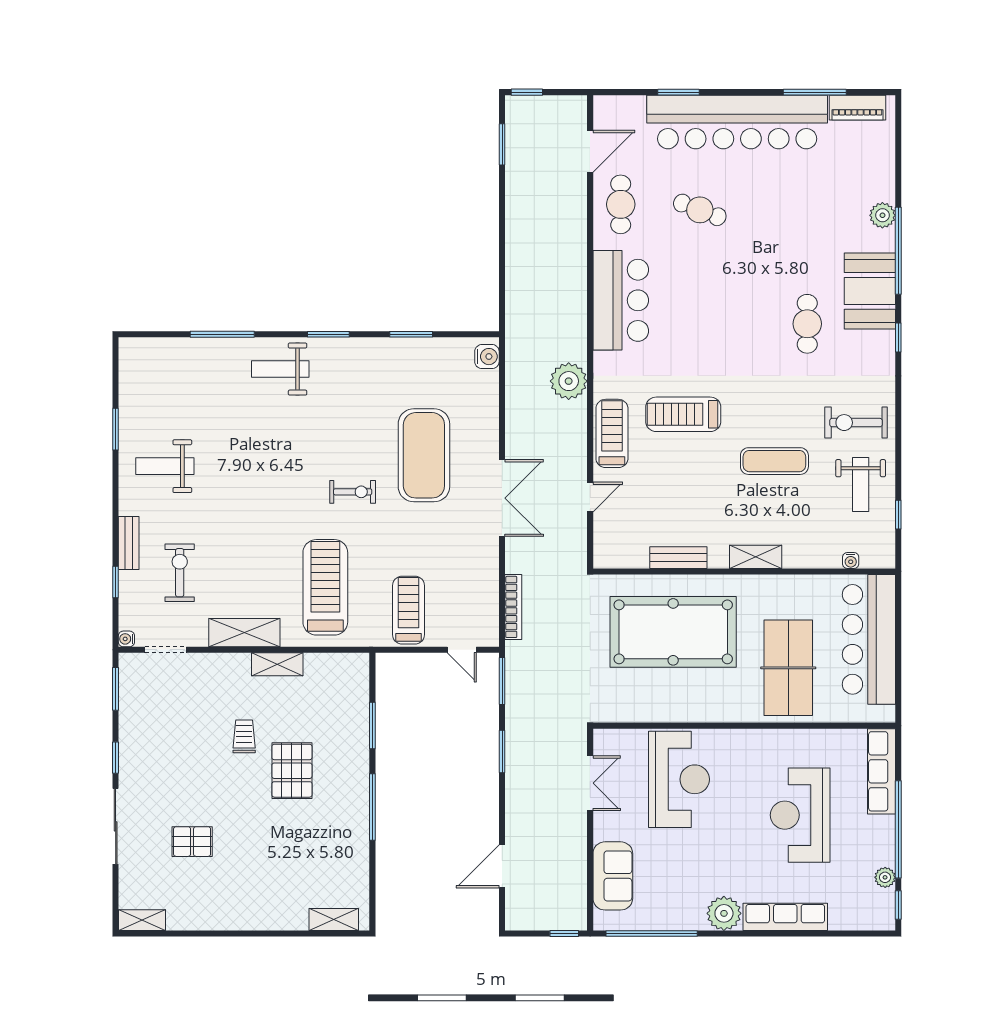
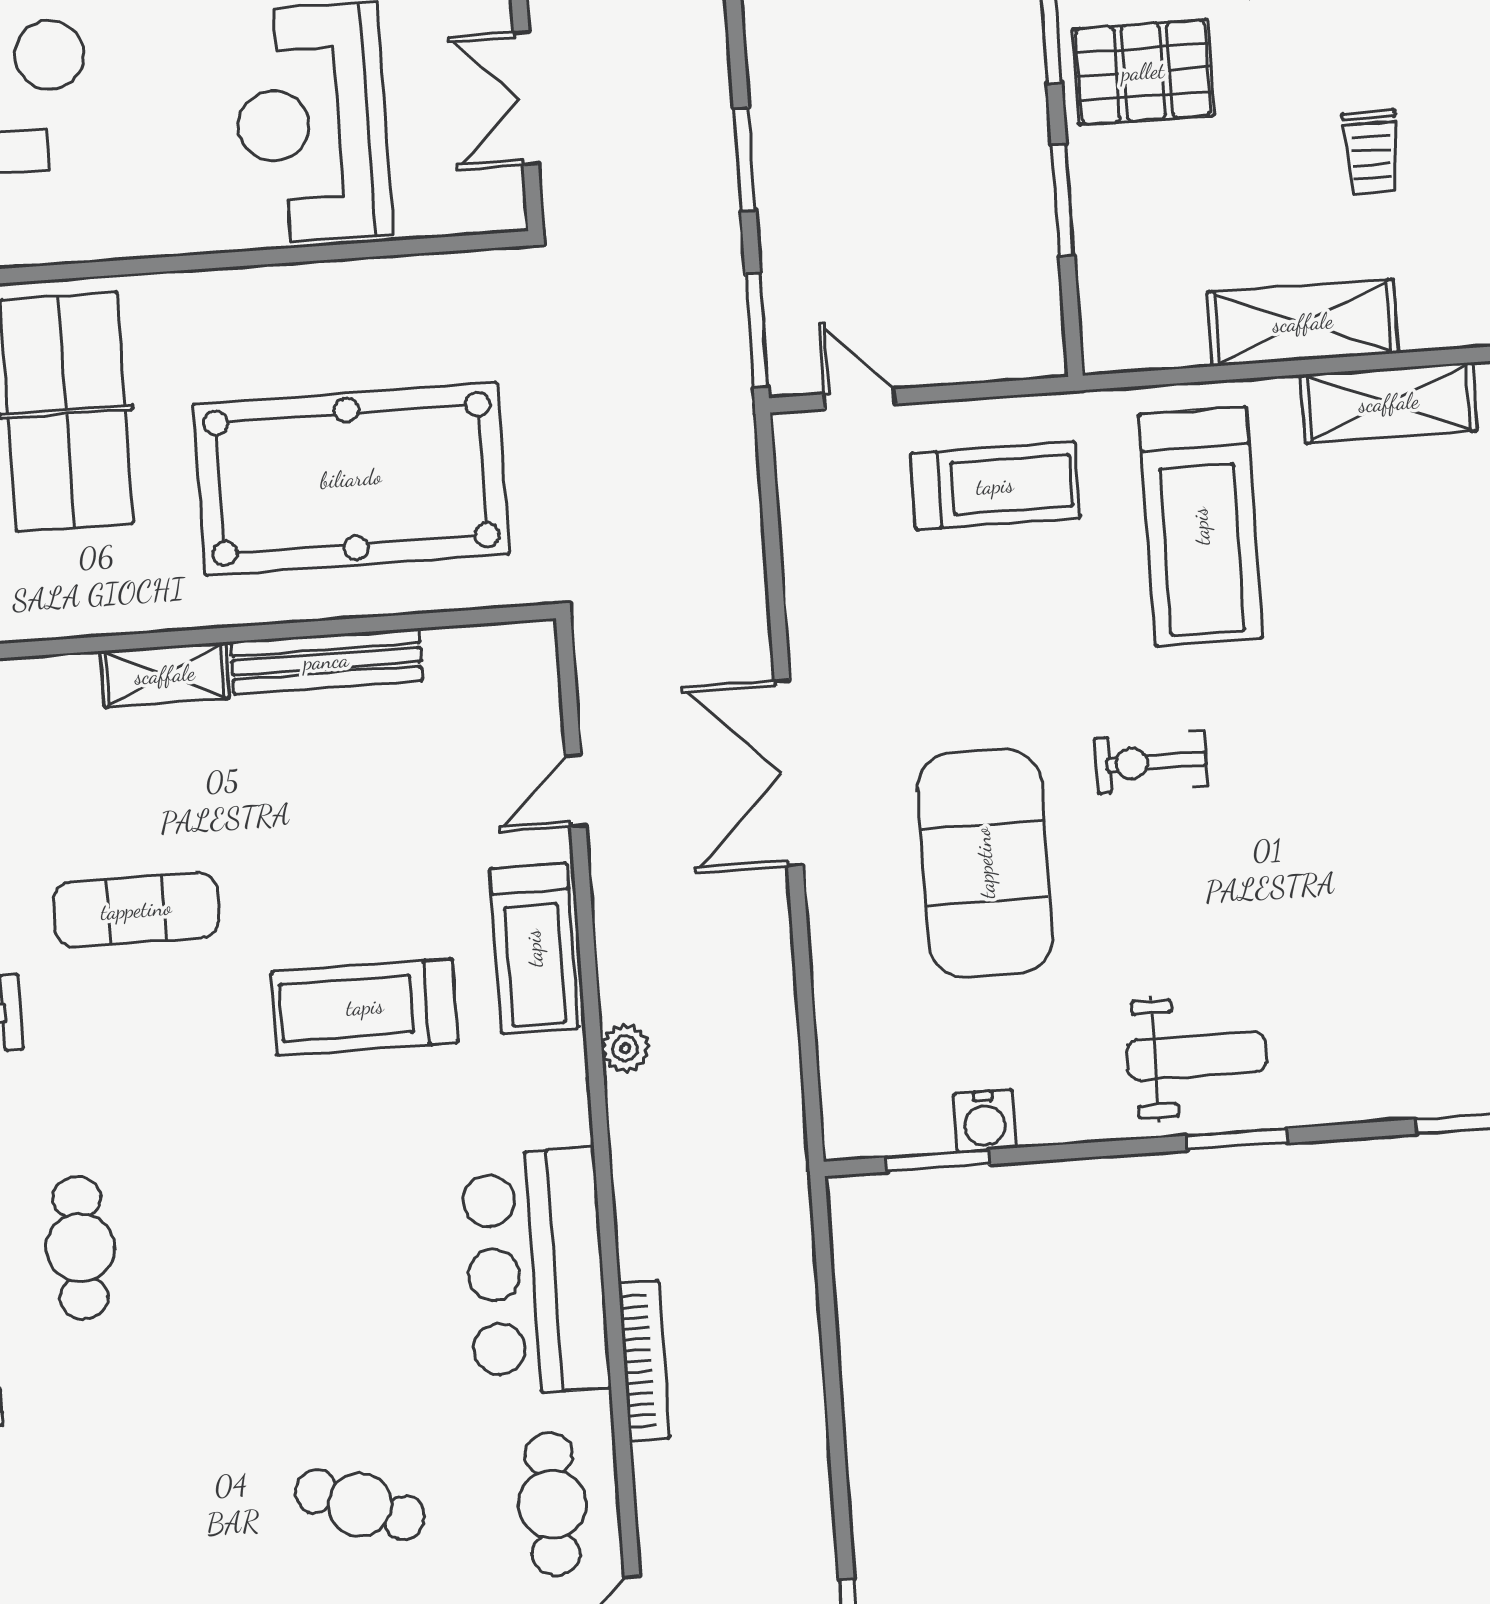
window: (411, 334) -> (938, 1161), moved
water cooler: (487, 357) -> (985, 1121), moved, turned -90
weight bench: (280, 369) -> (1196, 1056), moved
plant: (569, 381) -> (625, 1048), width x0.53, depth x0.53
treadmill: (683, 414) -> (365, 1007), turned 180
bench: (678, 558) -> (326, 661), width x1.36
bookcase: (513, 607) -> (644, 1361), moved, turned 180
treadmill: (408, 610) -> (995, 486), turned -90
shelving: (277, 664) -> (1303, 323), width x1.50, depth x1.33
pallet: (292, 771) -> (1143, 72), moved, turned 90

